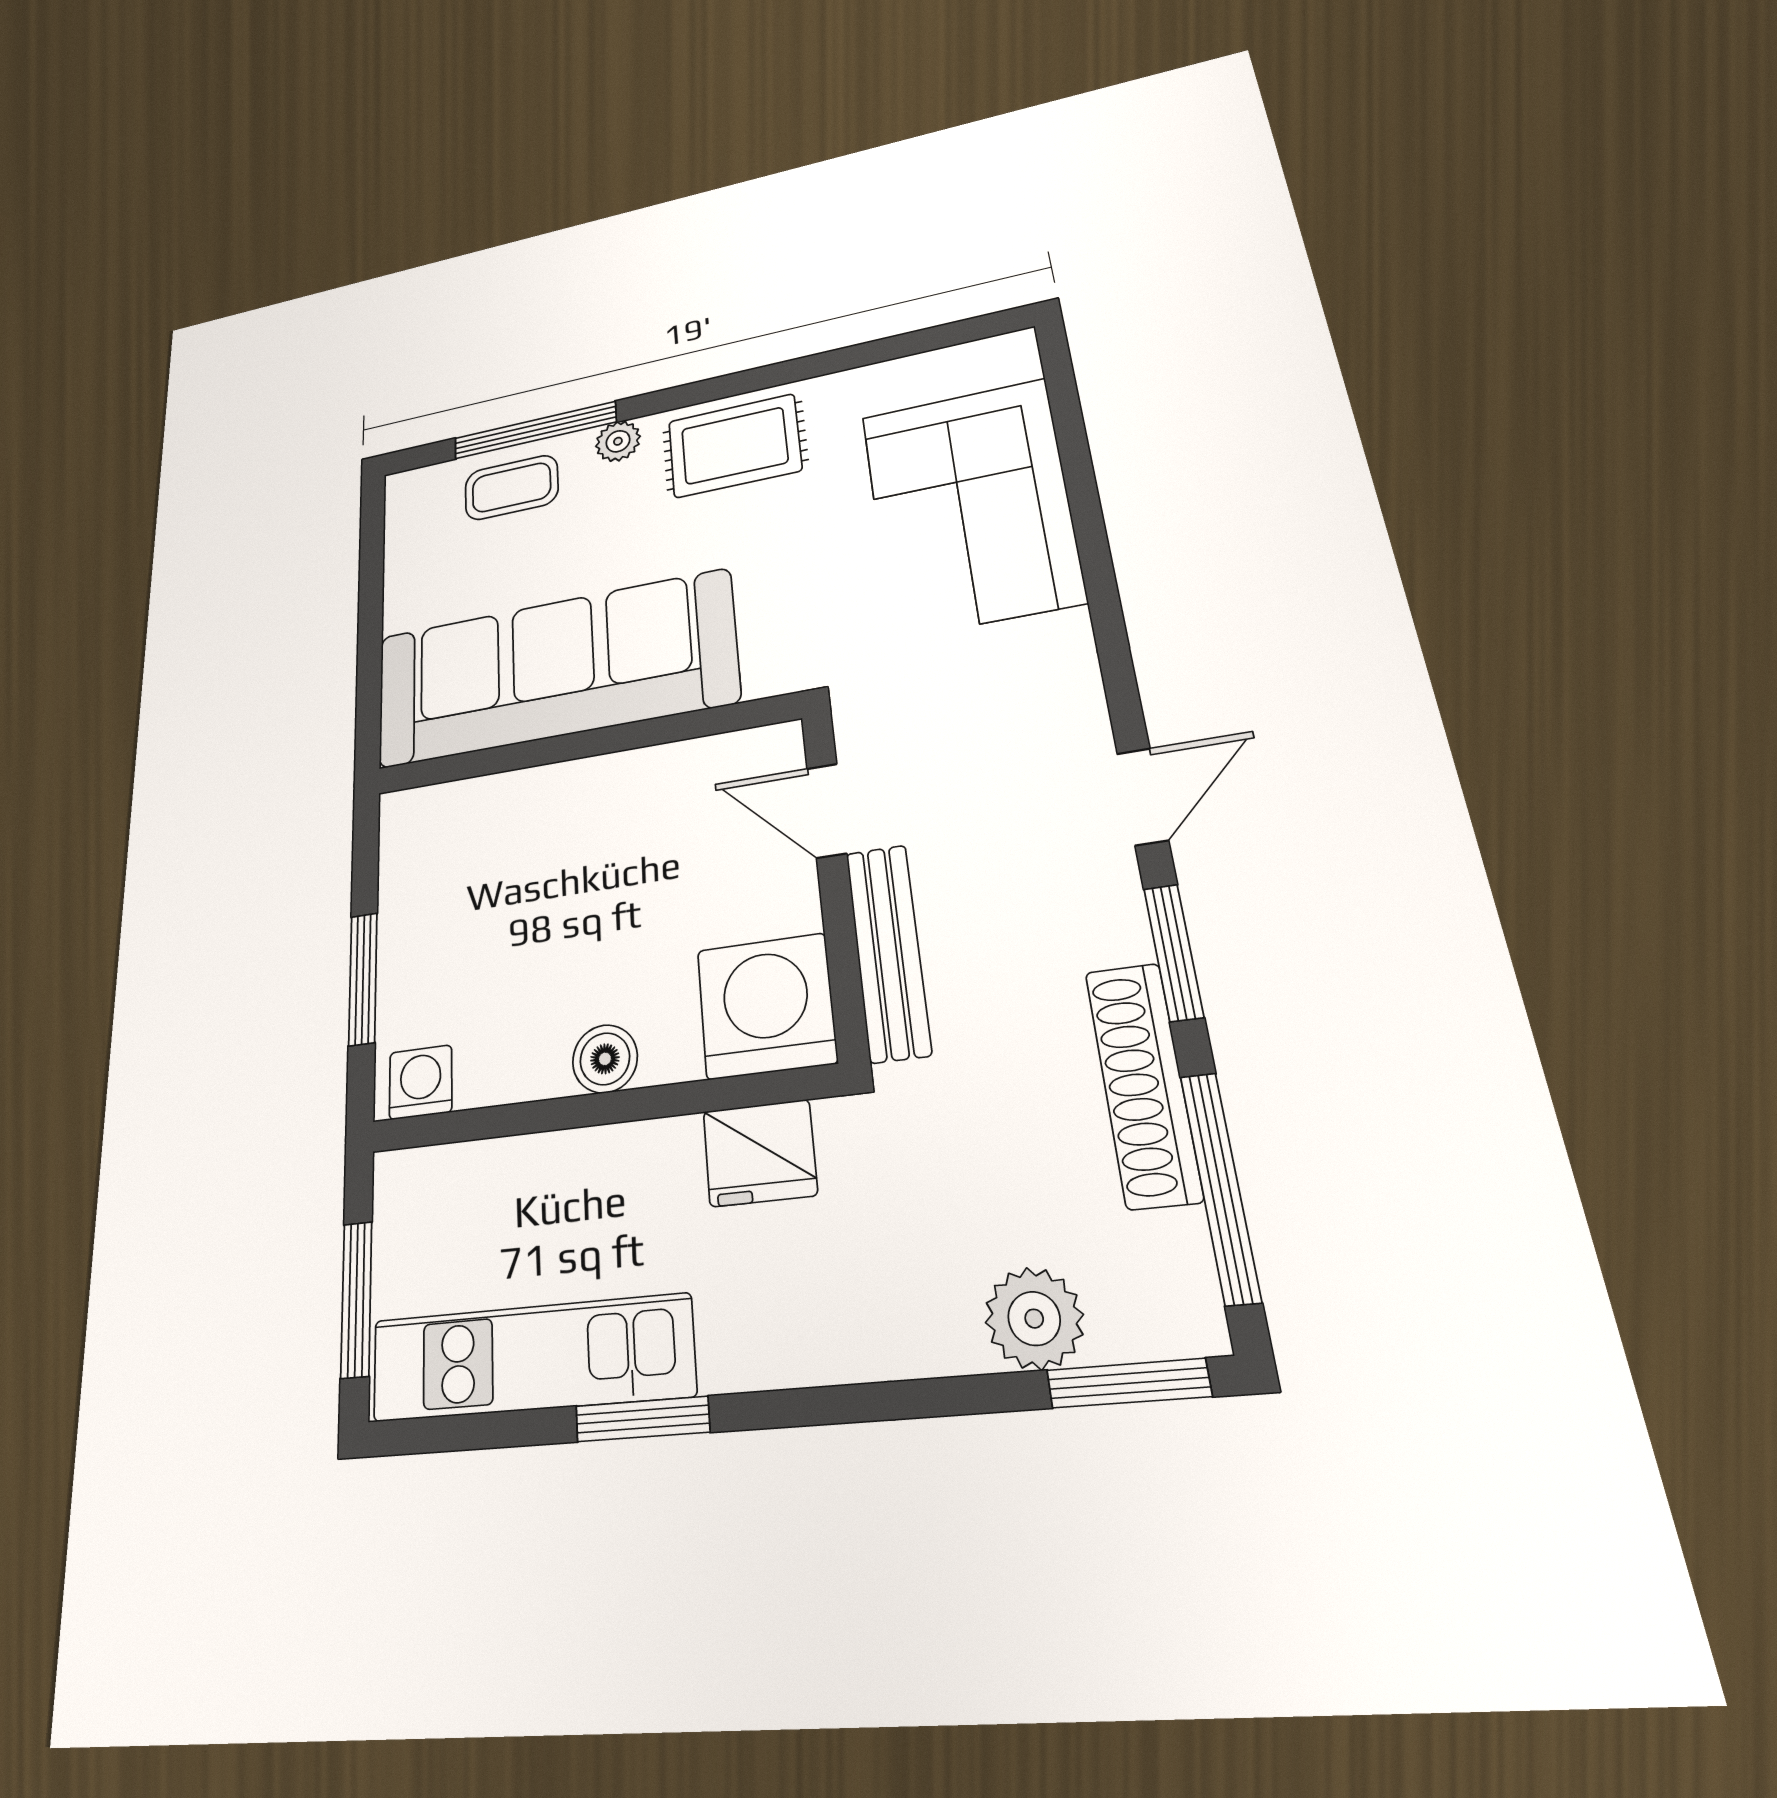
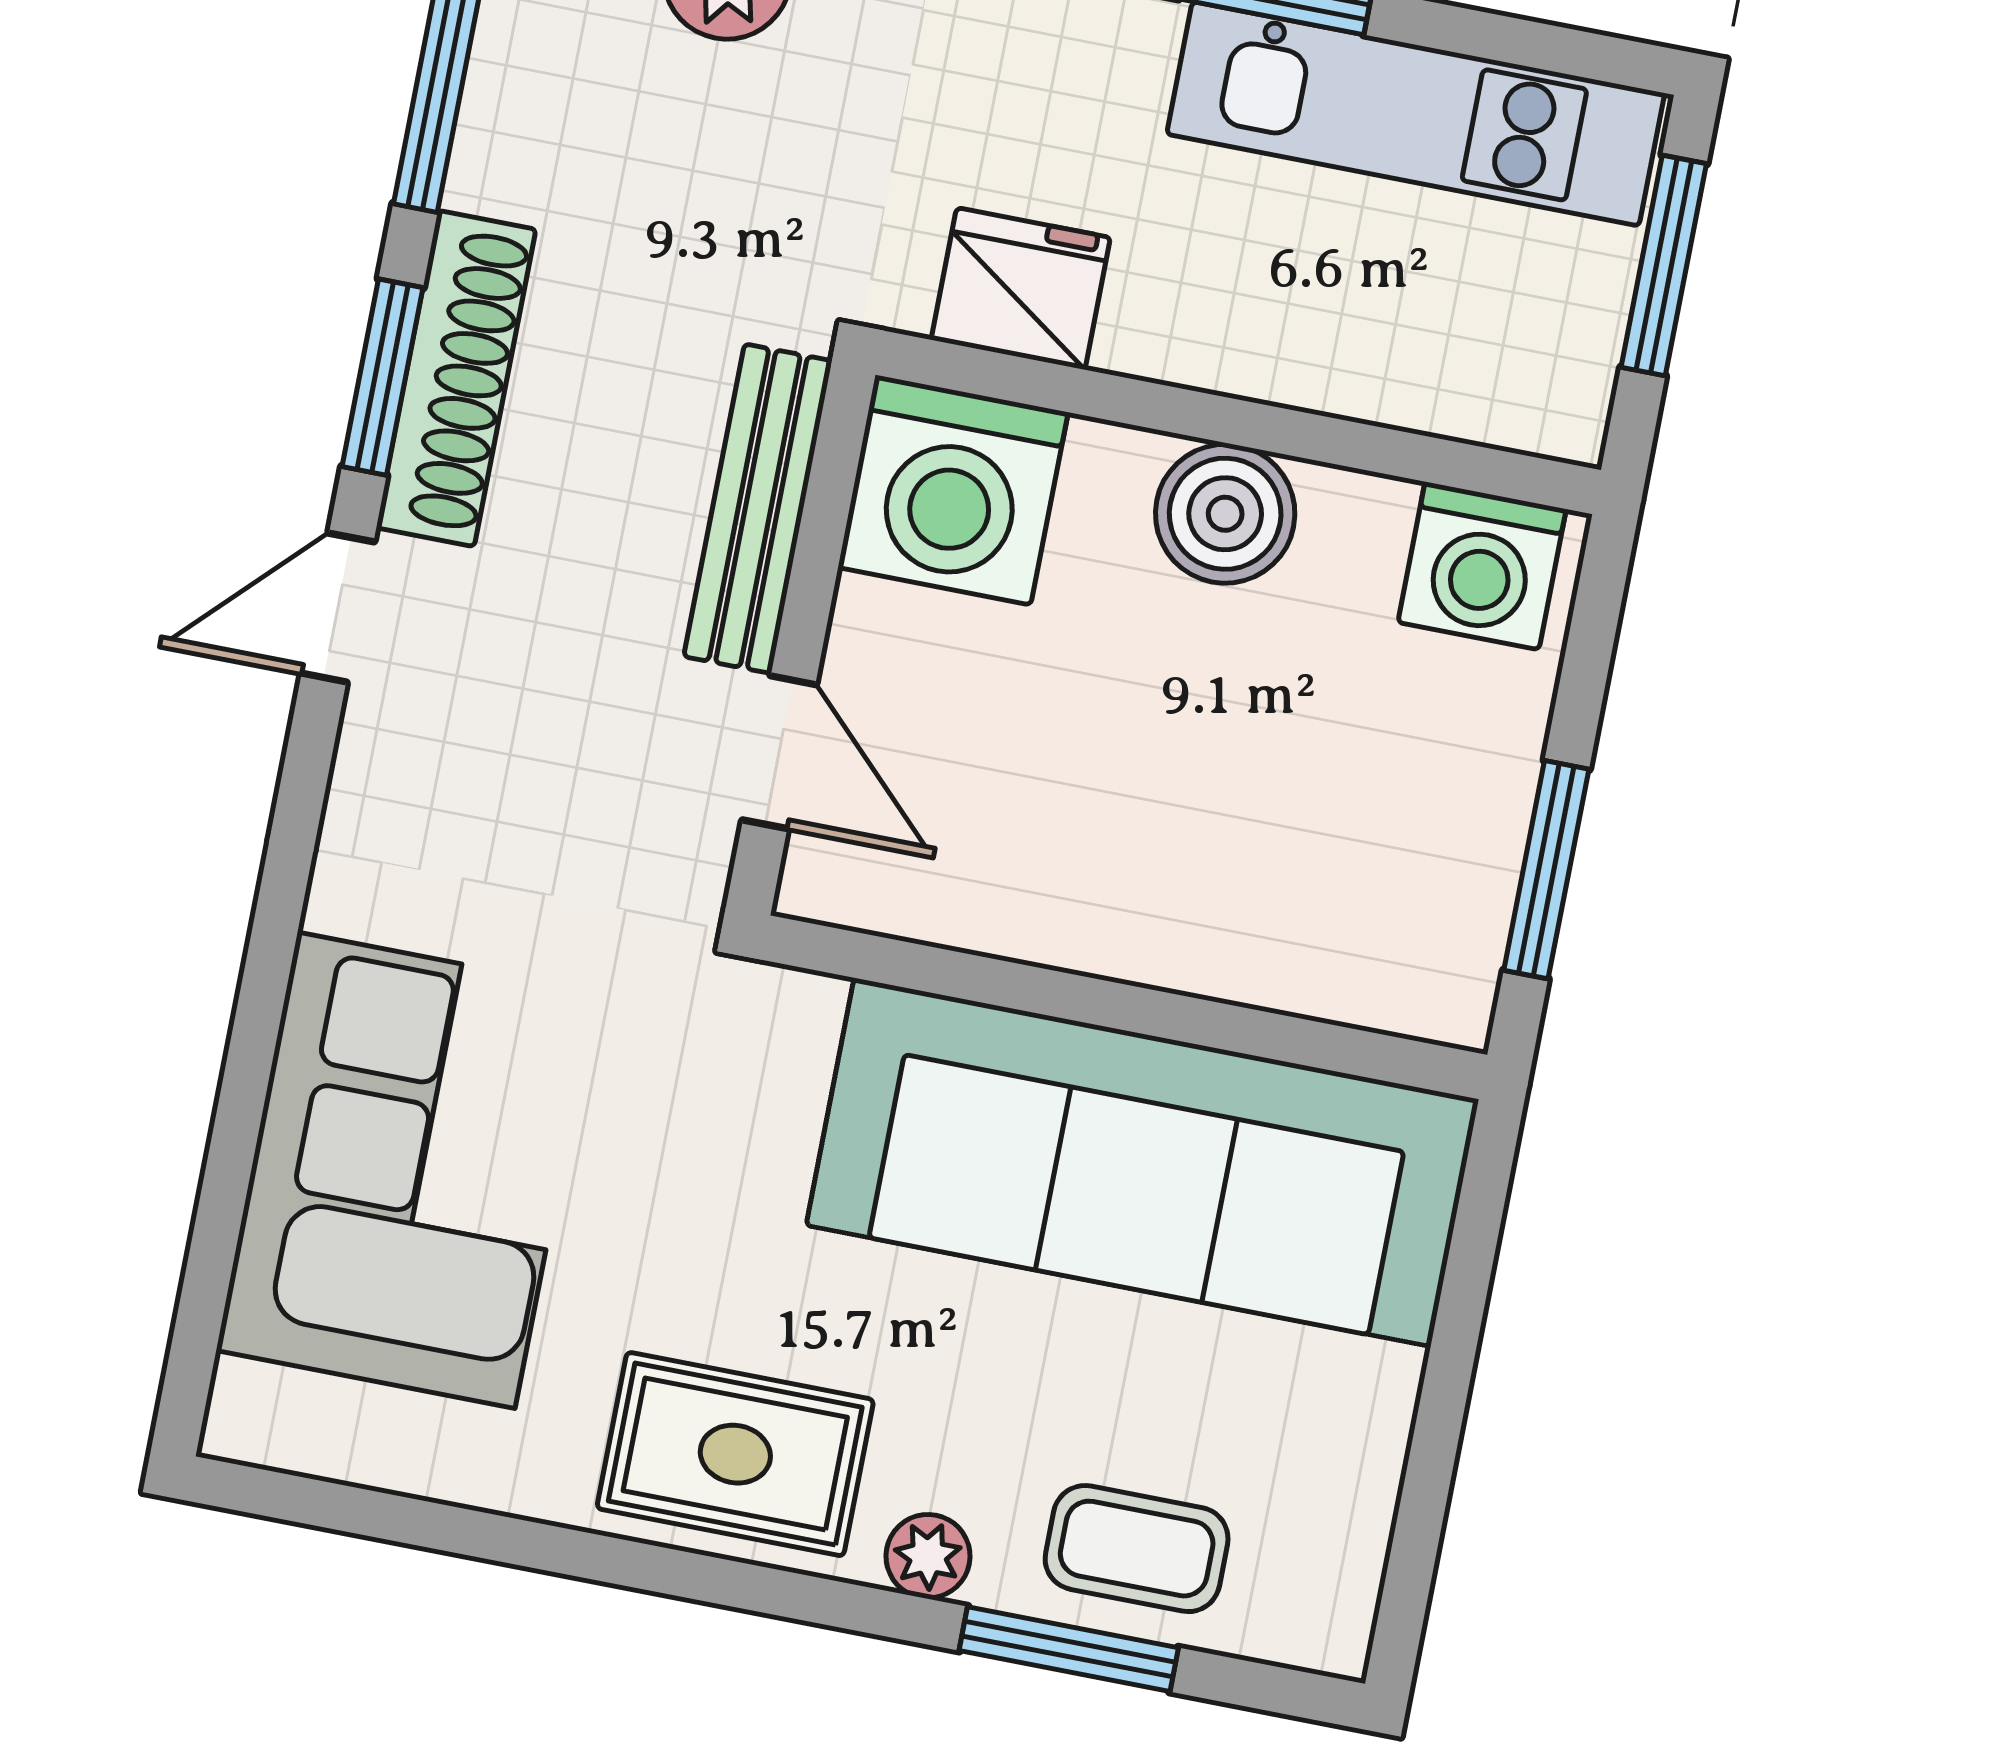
window: (535, 430) -> (1069, 1649), width x0.69
window: (363, 979) -> (1546, 870), moved
boiler: (605, 1059) -> (1225, 514), width x1.36, depth x1.36
washing machine: (421, 1082) -> (1482, 566), width x1.38, depth x1.38
shoe rack: (1143, 1084) -> (456, 378), moved

